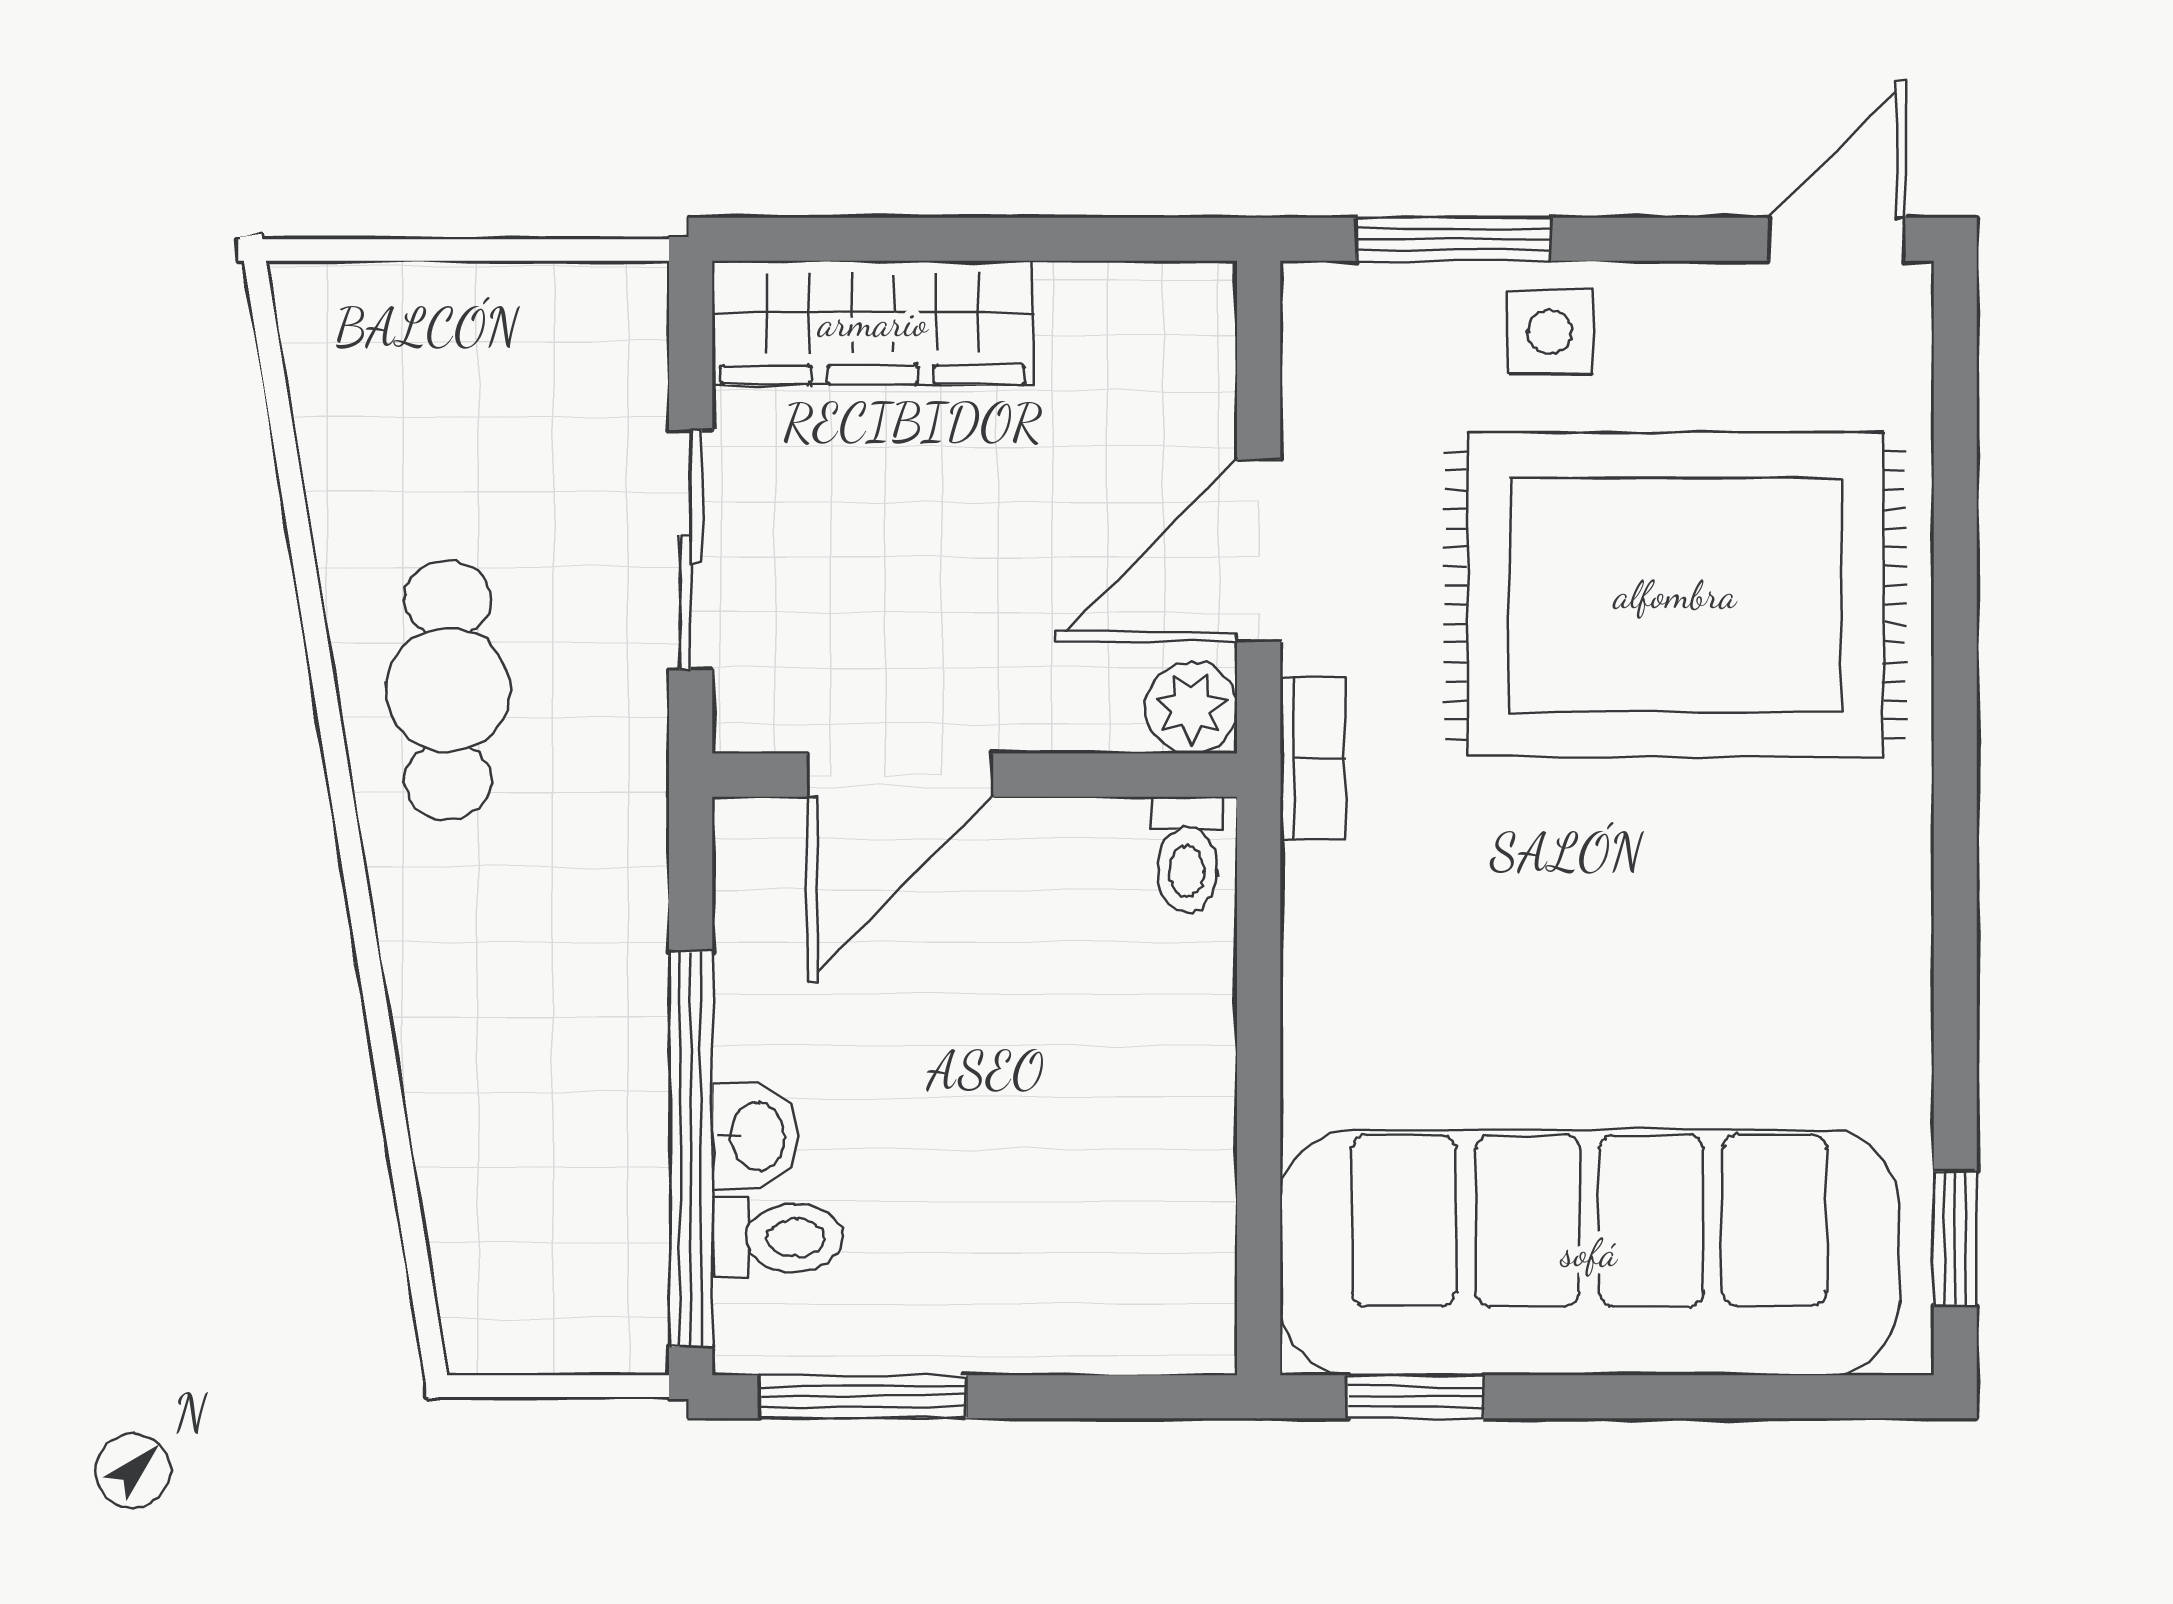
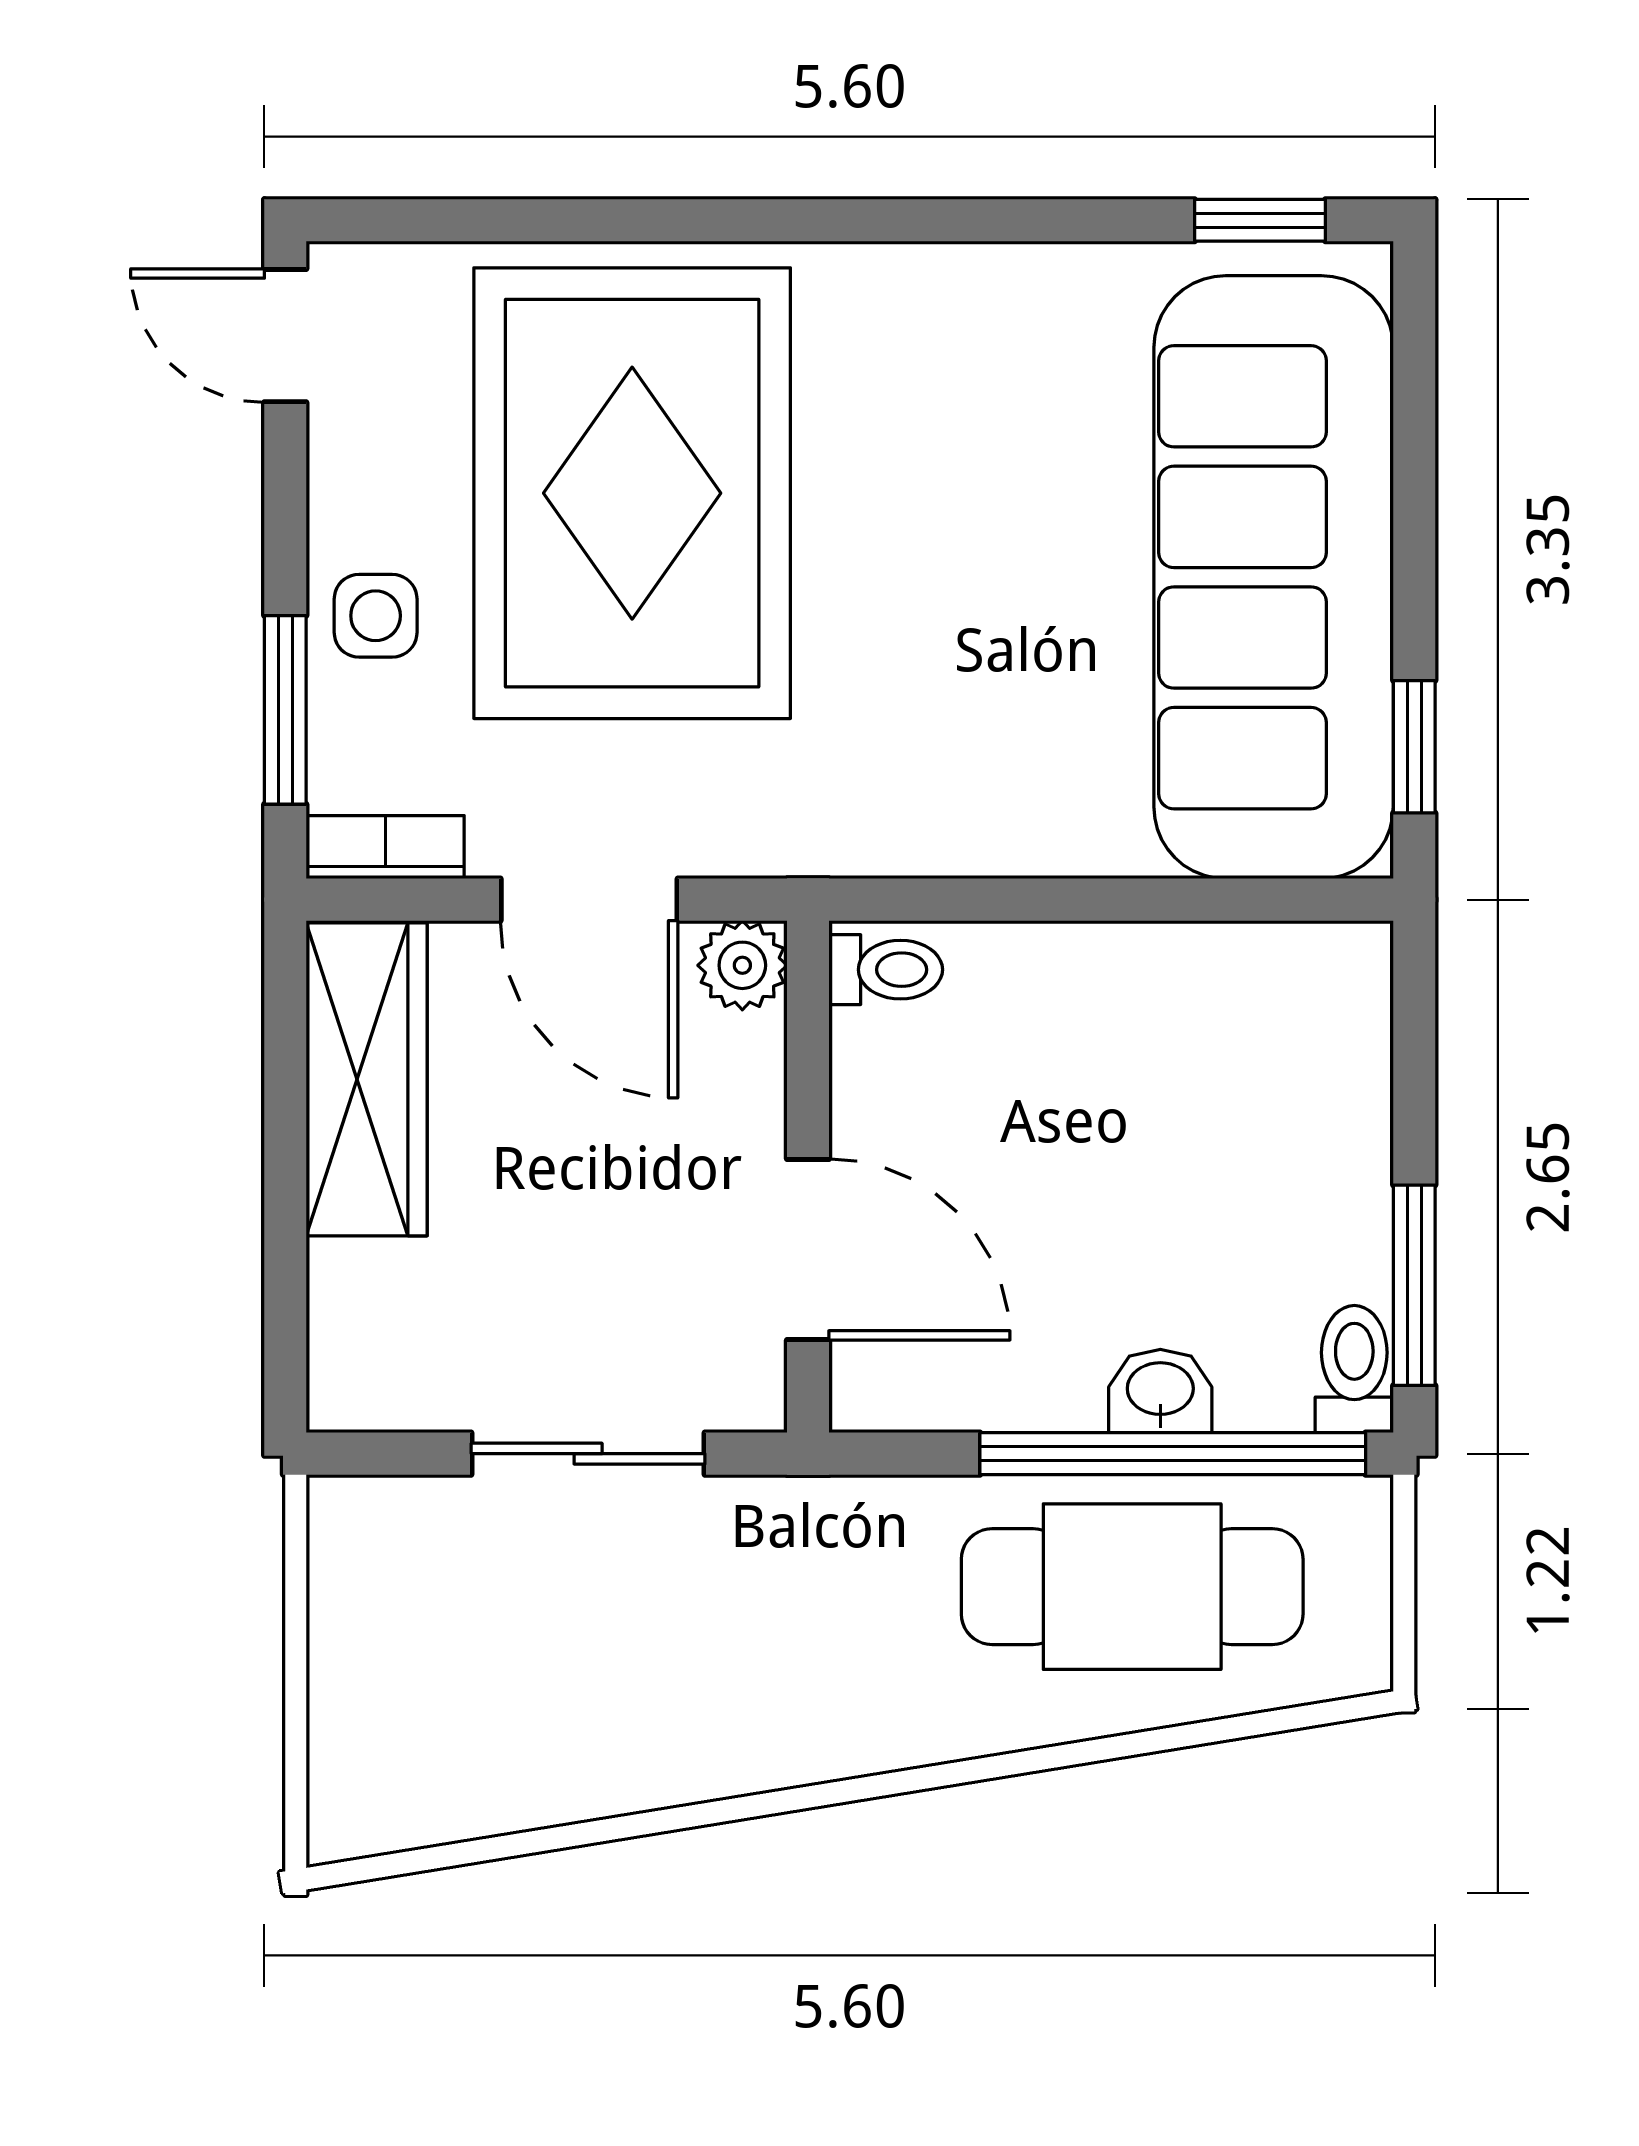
wardrobe: (873, 323) -> (367, 1079), moved
cafe table: (448, 690) -> (1132, 1587), moved, width x1.37, depth x1.35
bookcase: (1313, 758) -> (385, 847), moved
toilet: (777, 1238) -> (1354, 1369), moved

